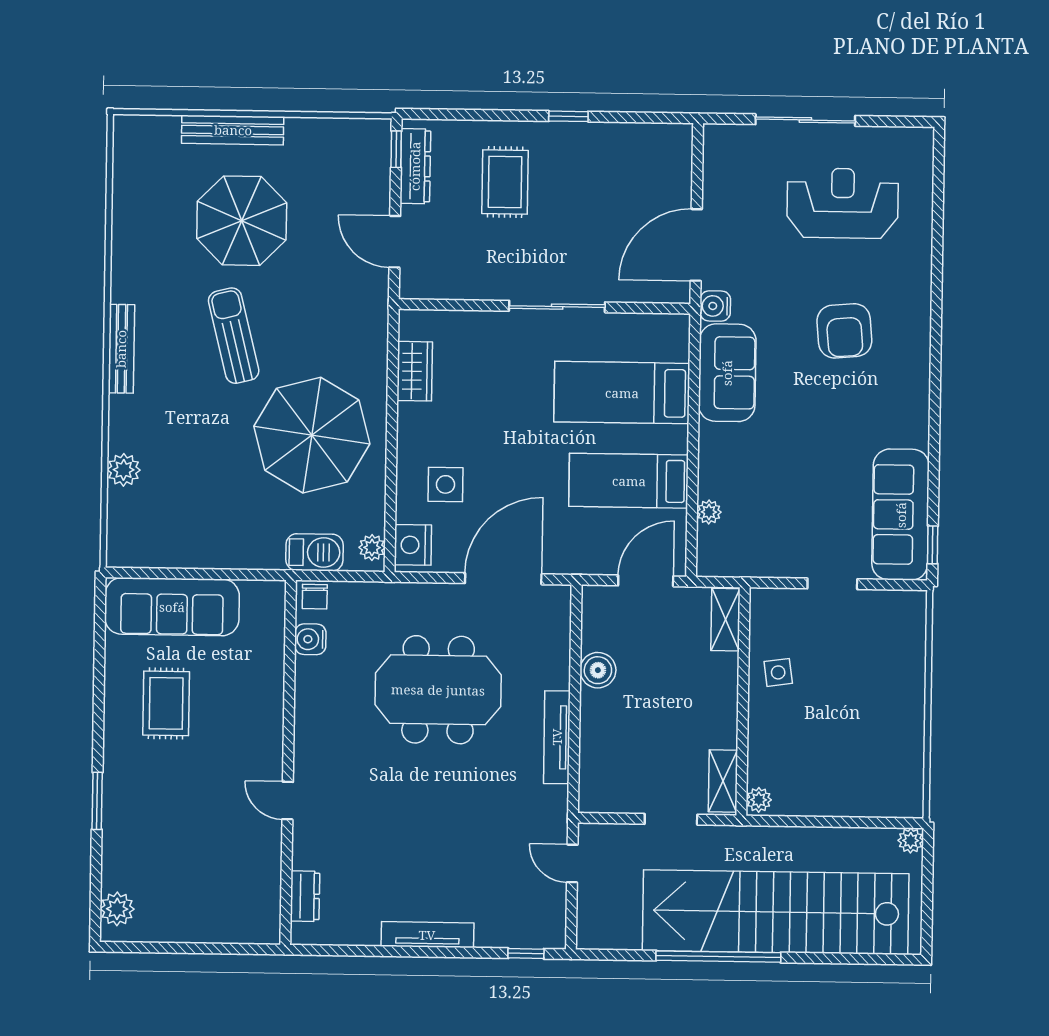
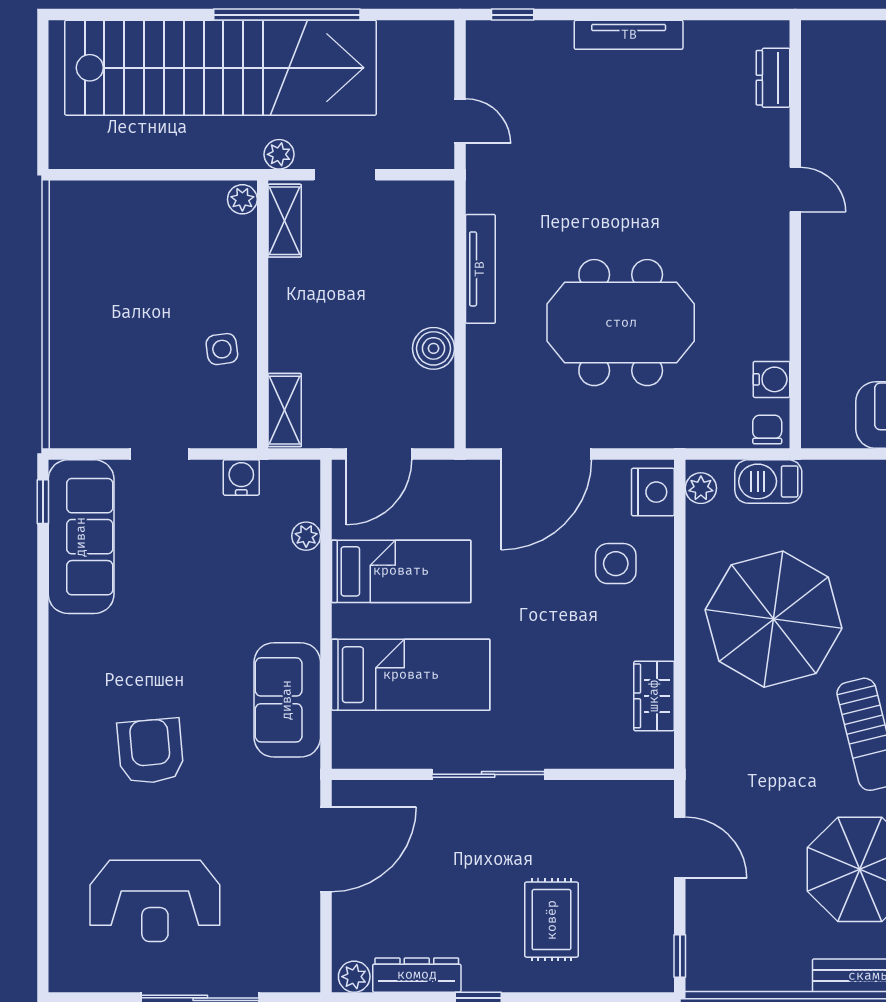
plant: (674, 136) -> (354, 977), added
dresser: (415, 166) -> (417, 975), moved, turned 90
water cooler: (715, 306) -> (241, 477), moved, turned -90
plant: (911, 840) -> (279, 154), moved

